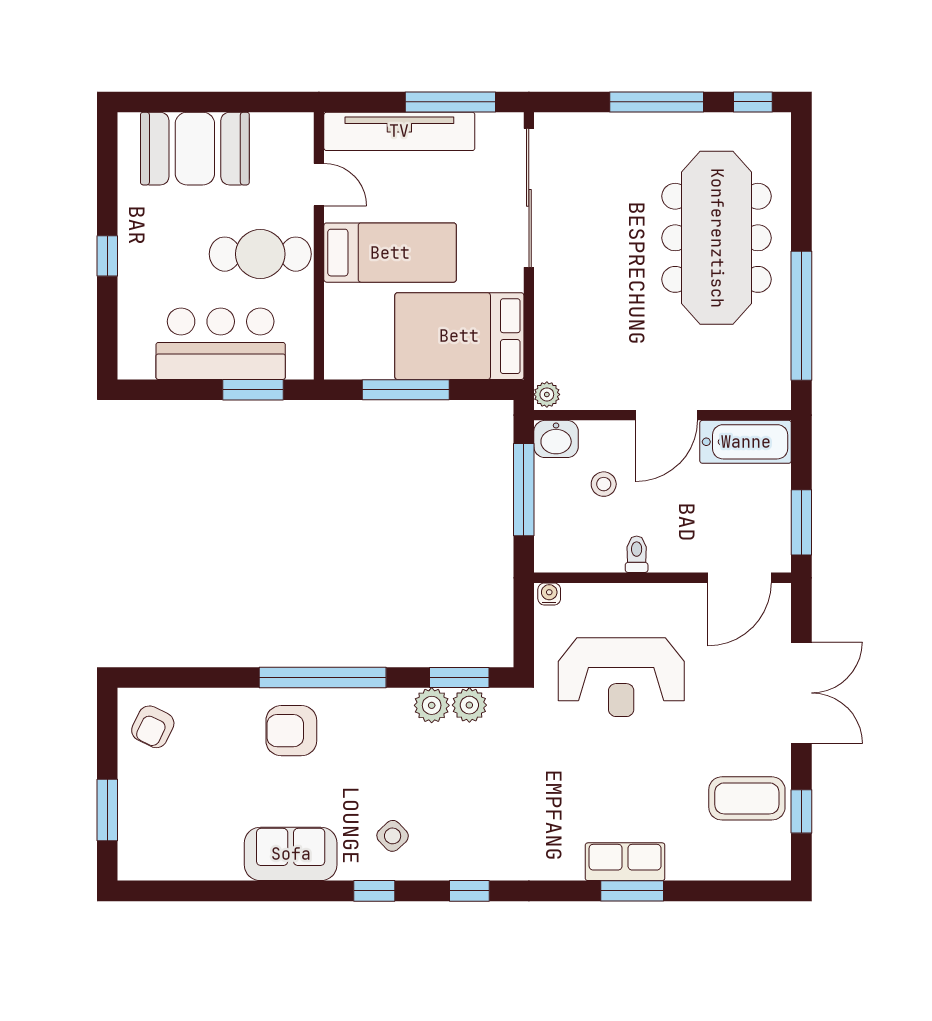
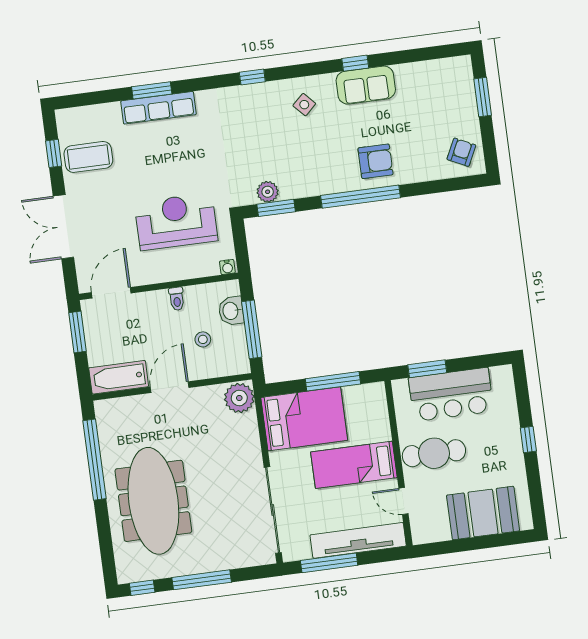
plant: (547, 394) -> (239, 398), width x1.87, depth x1.87
washbasin: (556, 439) -> (231, 311), moved, turned -90
plant: (432, 705) -> (291, 188), removed
row of seats: (625, 862) -> (158, 108), width x1.48
window: (374, 891) -> (355, 63), moved

